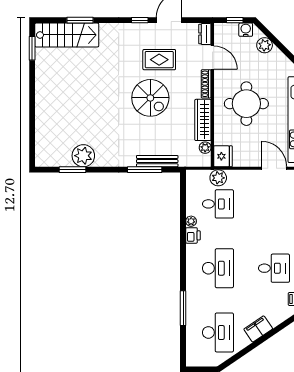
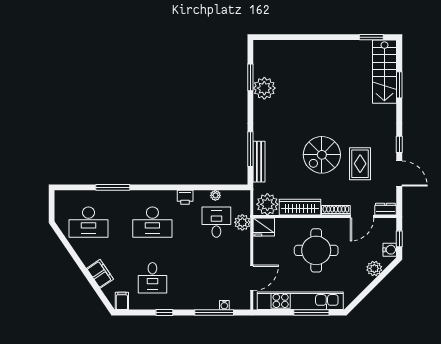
plant: (205, 148) -> (267, 204), width x1.87, depth x1.87
desk: (218, 204) -> (216, 222), turned 180
plant: (191, 221) -> (215, 195), moved
filing cabinet: (258, 329) -> (100, 274), moved

